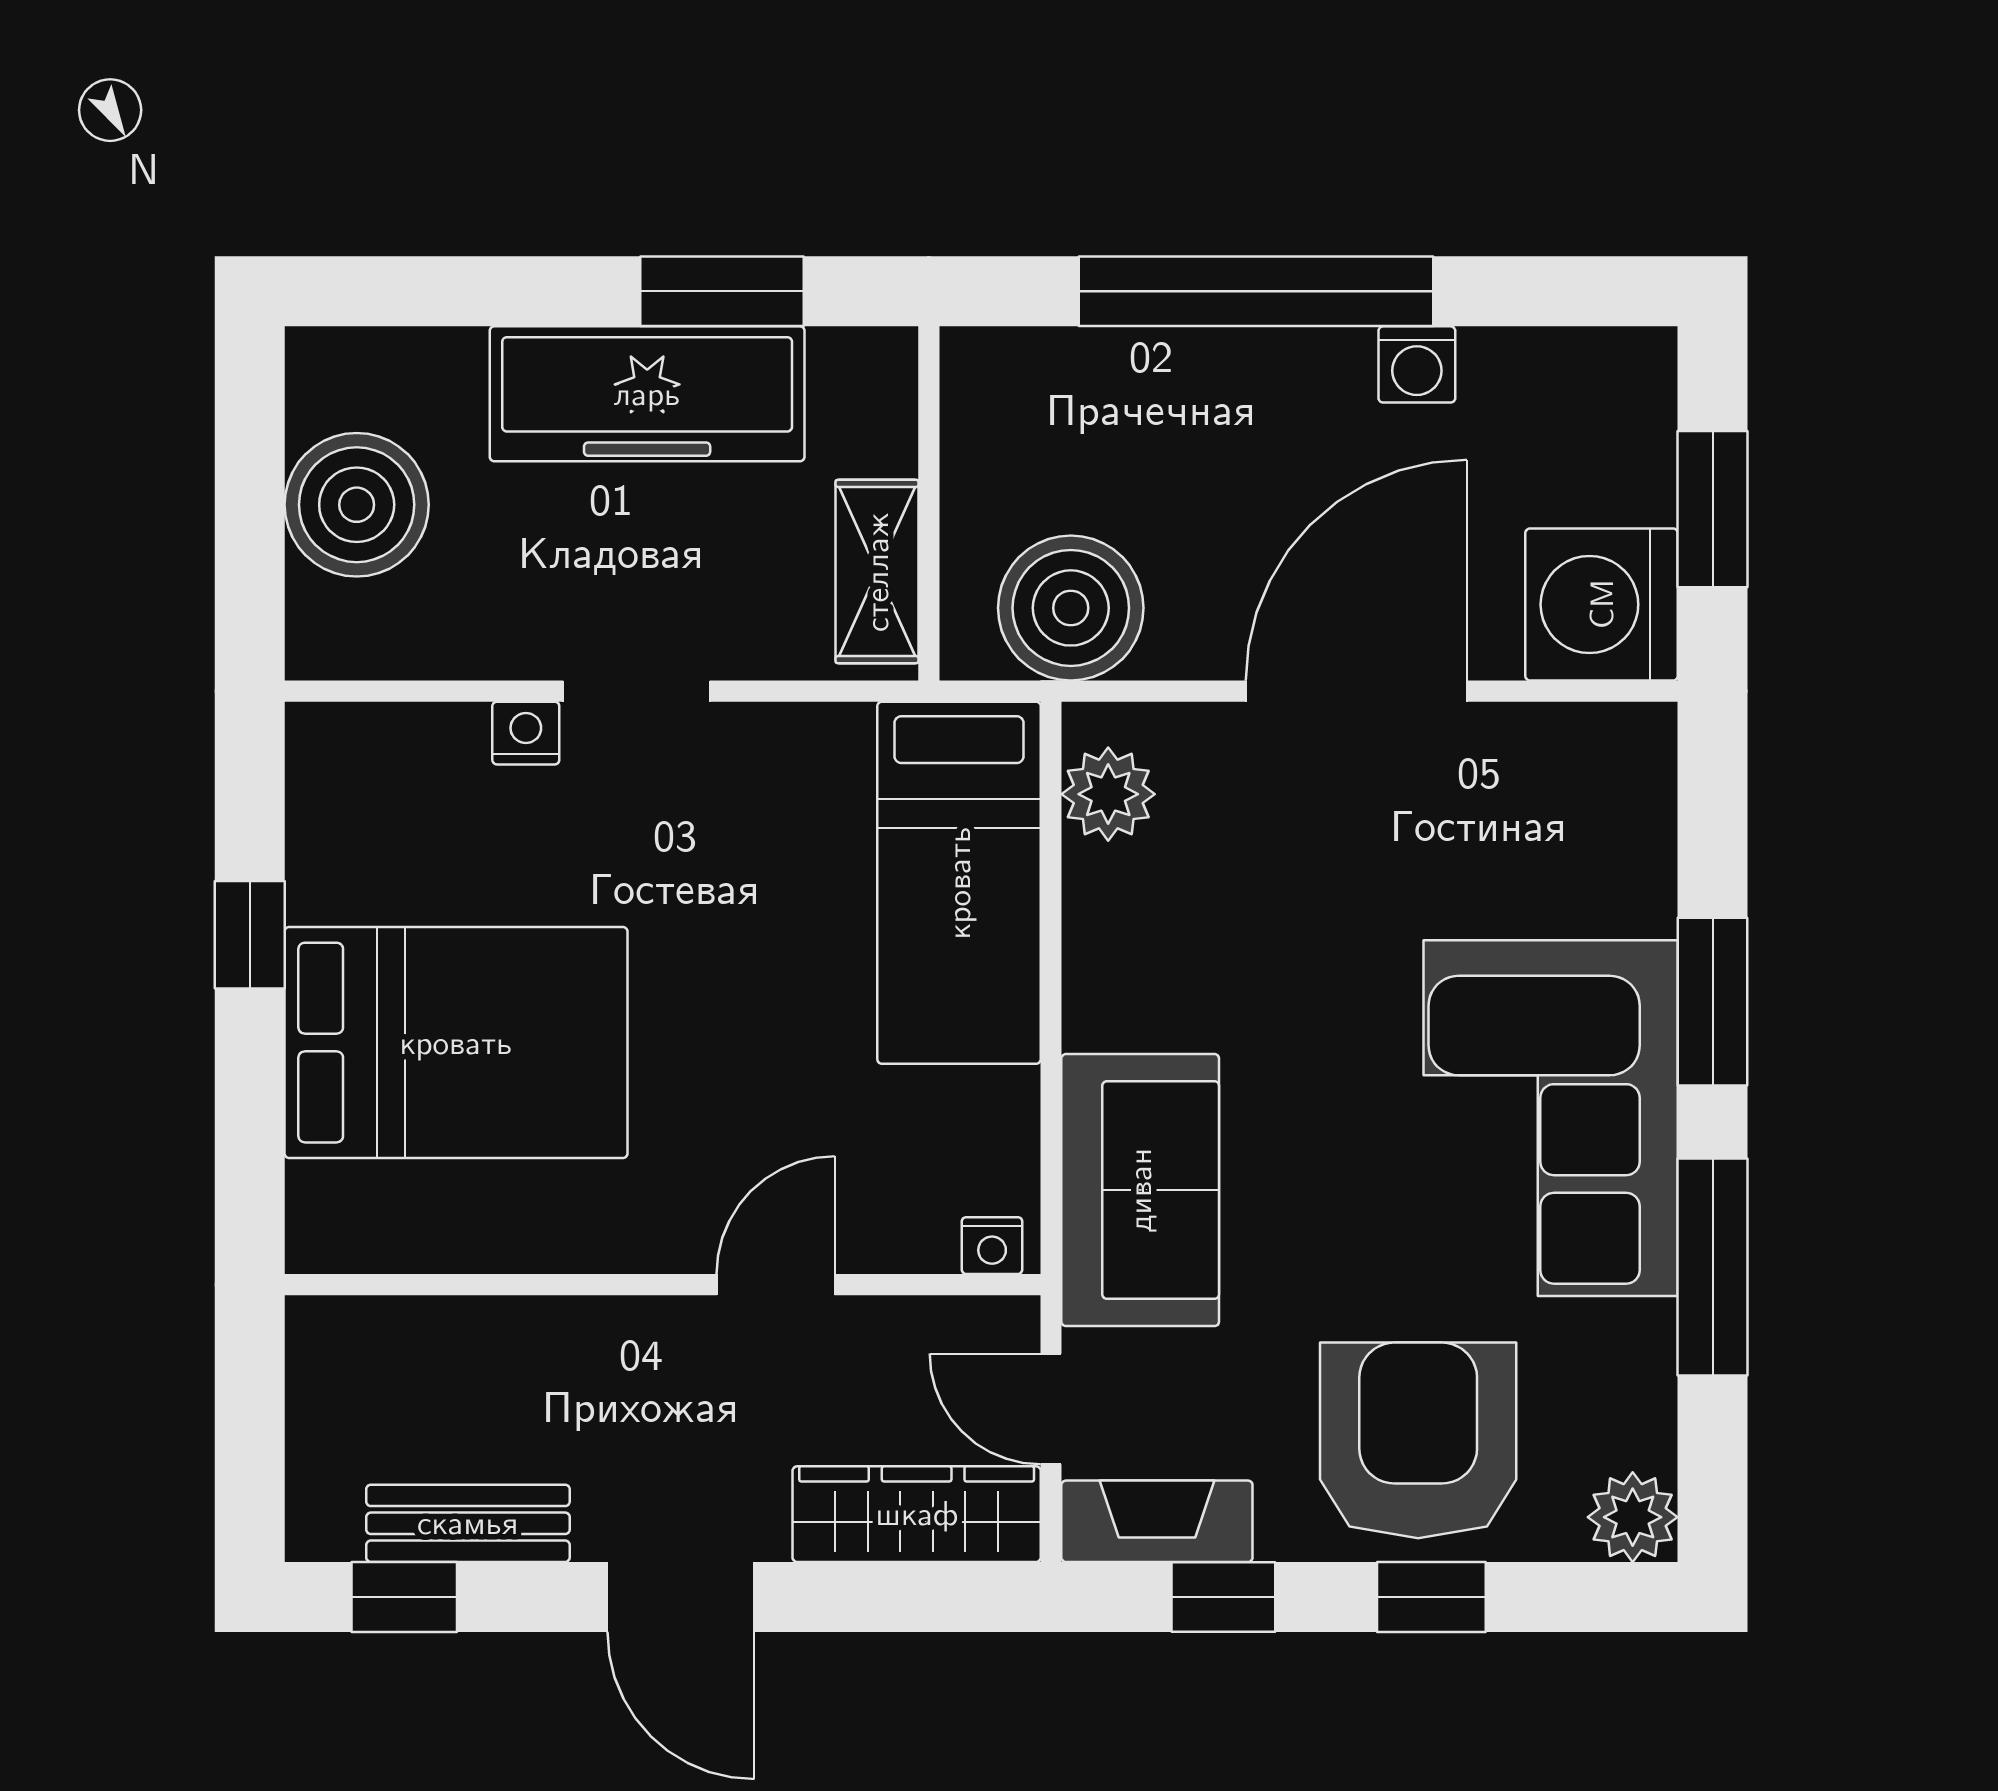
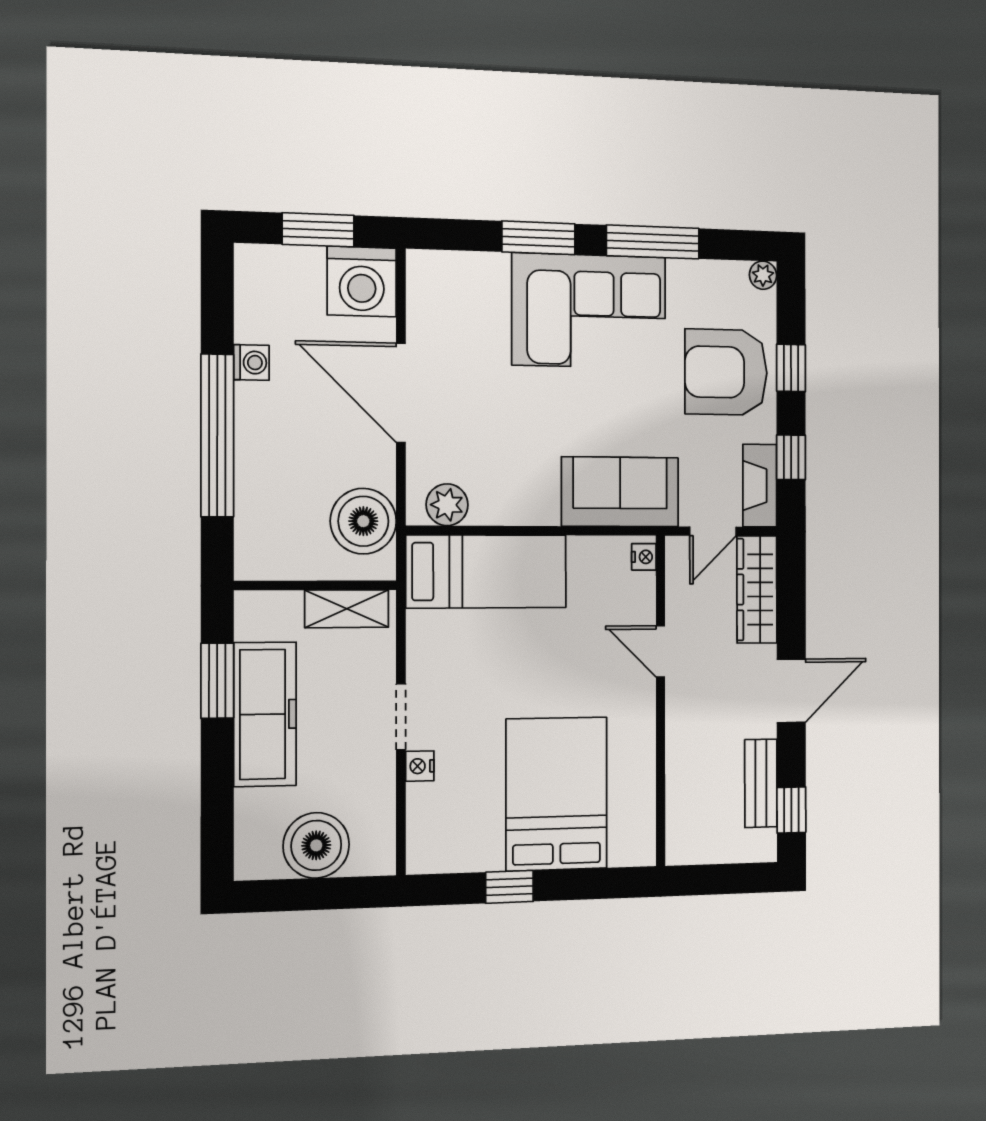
plant: (1633, 1517) -> (763, 275), width x0.73, depth x0.73

